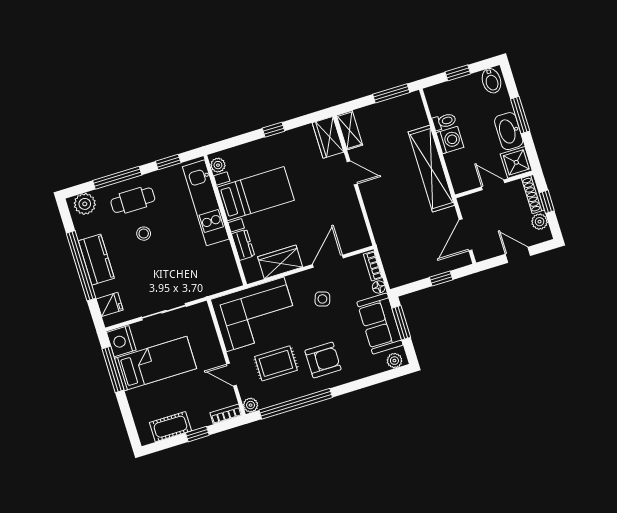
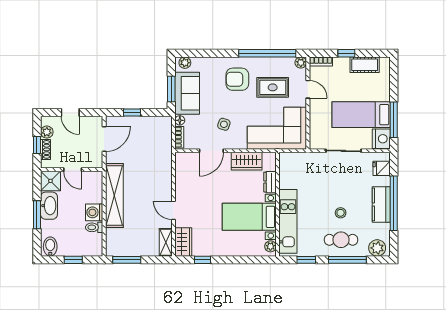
window: (273, 130) -> (203, 260), moved
shoe rack: (533, 194) -> (45, 149), width x0.70

